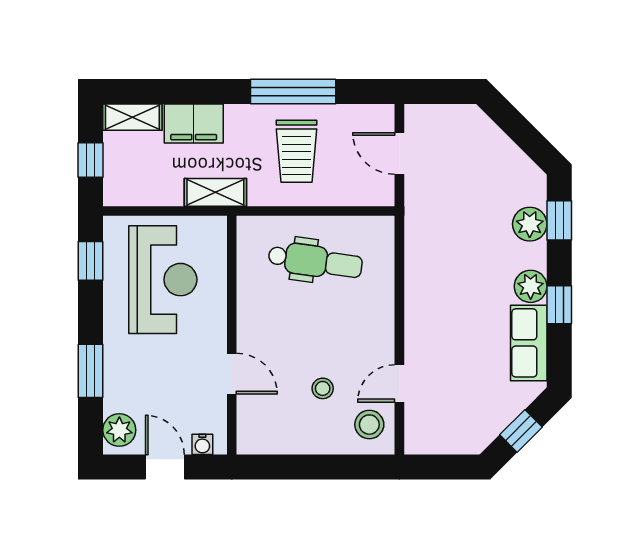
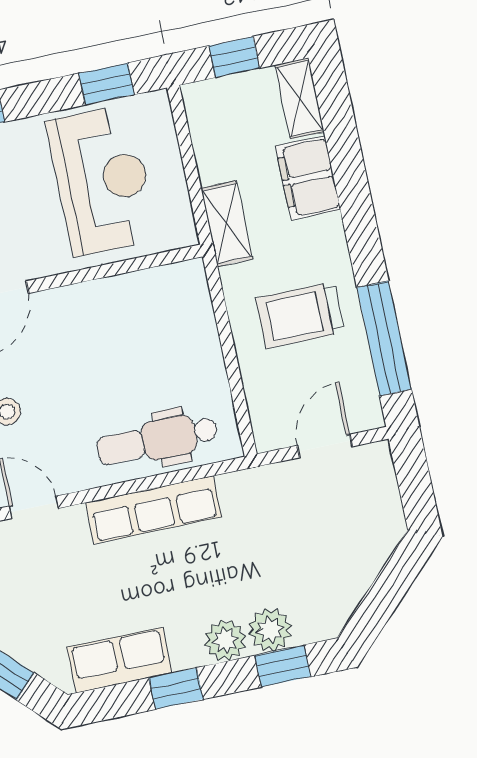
window: (293, 91) -> (384, 338), moved
dental chair: (315, 261) -> (157, 440), moved, turned 82
reception desk: (163, 280) -> (102, 180), turned -90
plant: (531, 286) -> (225, 640), moved
row of seats: (420, 293) -> (154, 510), added

